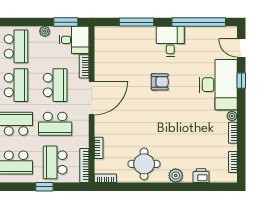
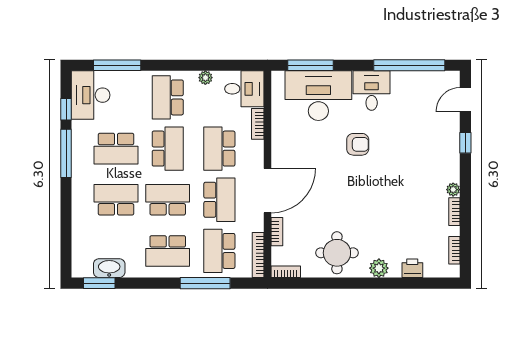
window: (66, 22) -> (234, 65), removed
window: (137, 22) -> (310, 65), moved
school desk: (16, 46) -> (168, 97), turned 180
door: (241, 48) -> (465, 100), hinge flipped
school desk: (55, 85) -> (219, 149), turned 180
desk: (218, 85) -> (318, 96), moved, turned -90
door: (92, 98) -> (268, 191), moved
school desk: (55, 124) -> (219, 200), turned -90
window: (44, 187) -> (205, 283), width x2.17

